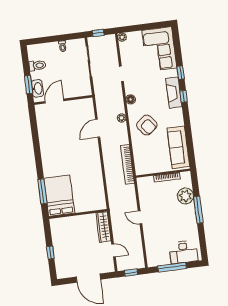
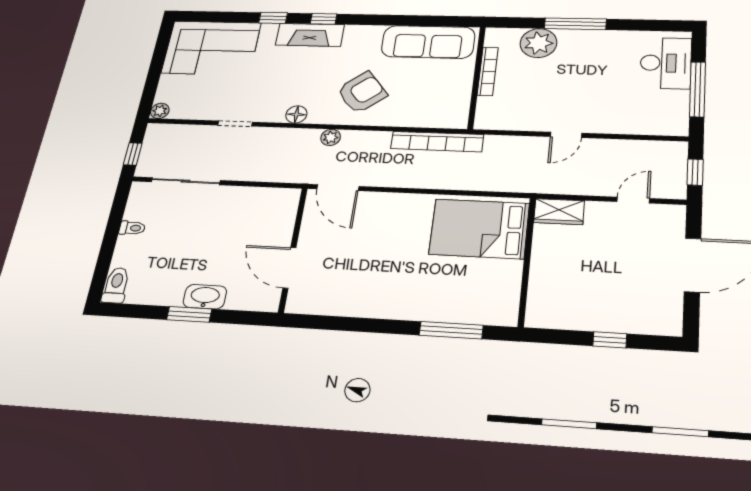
toilet: (37, 66) -> (116, 285), moved
wall: (63, 100) -> (293, 249), moved
door: (55, 101) -> (289, 268), moved
bed: (59, 196) -> (479, 229), moved
wardrobe: (103, 227) -> (559, 212), width x0.67

